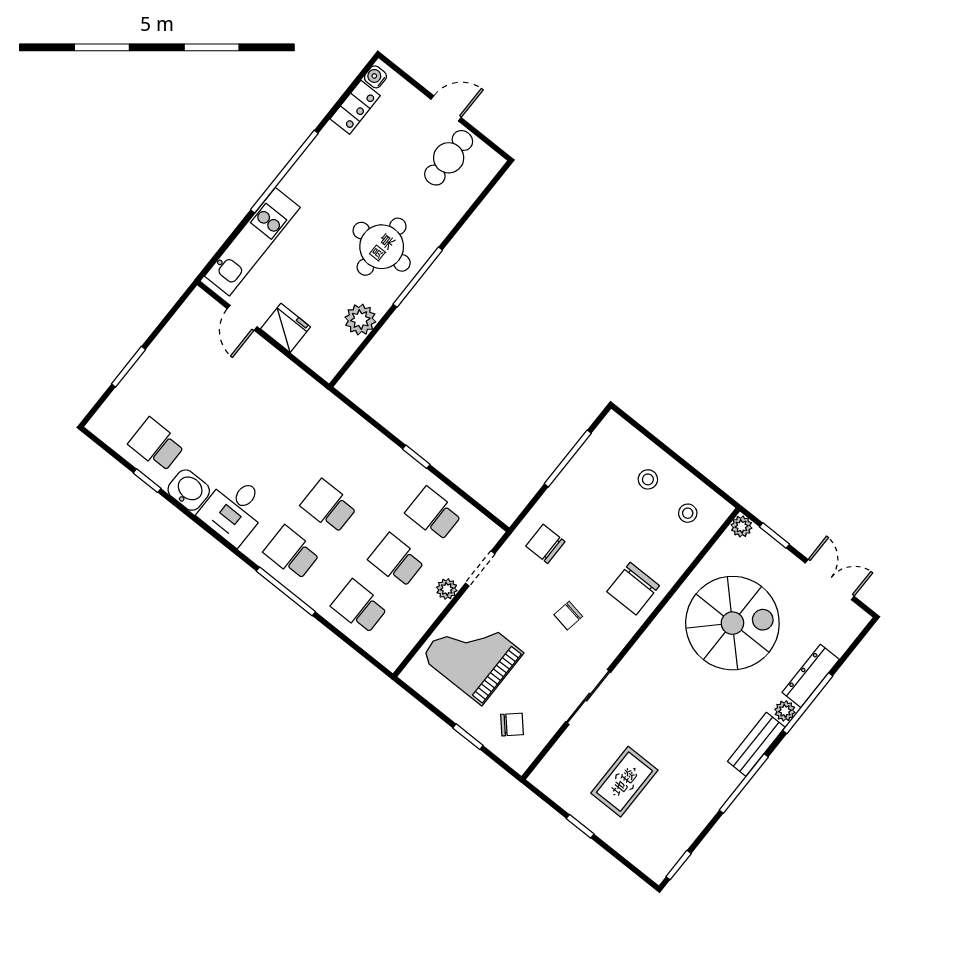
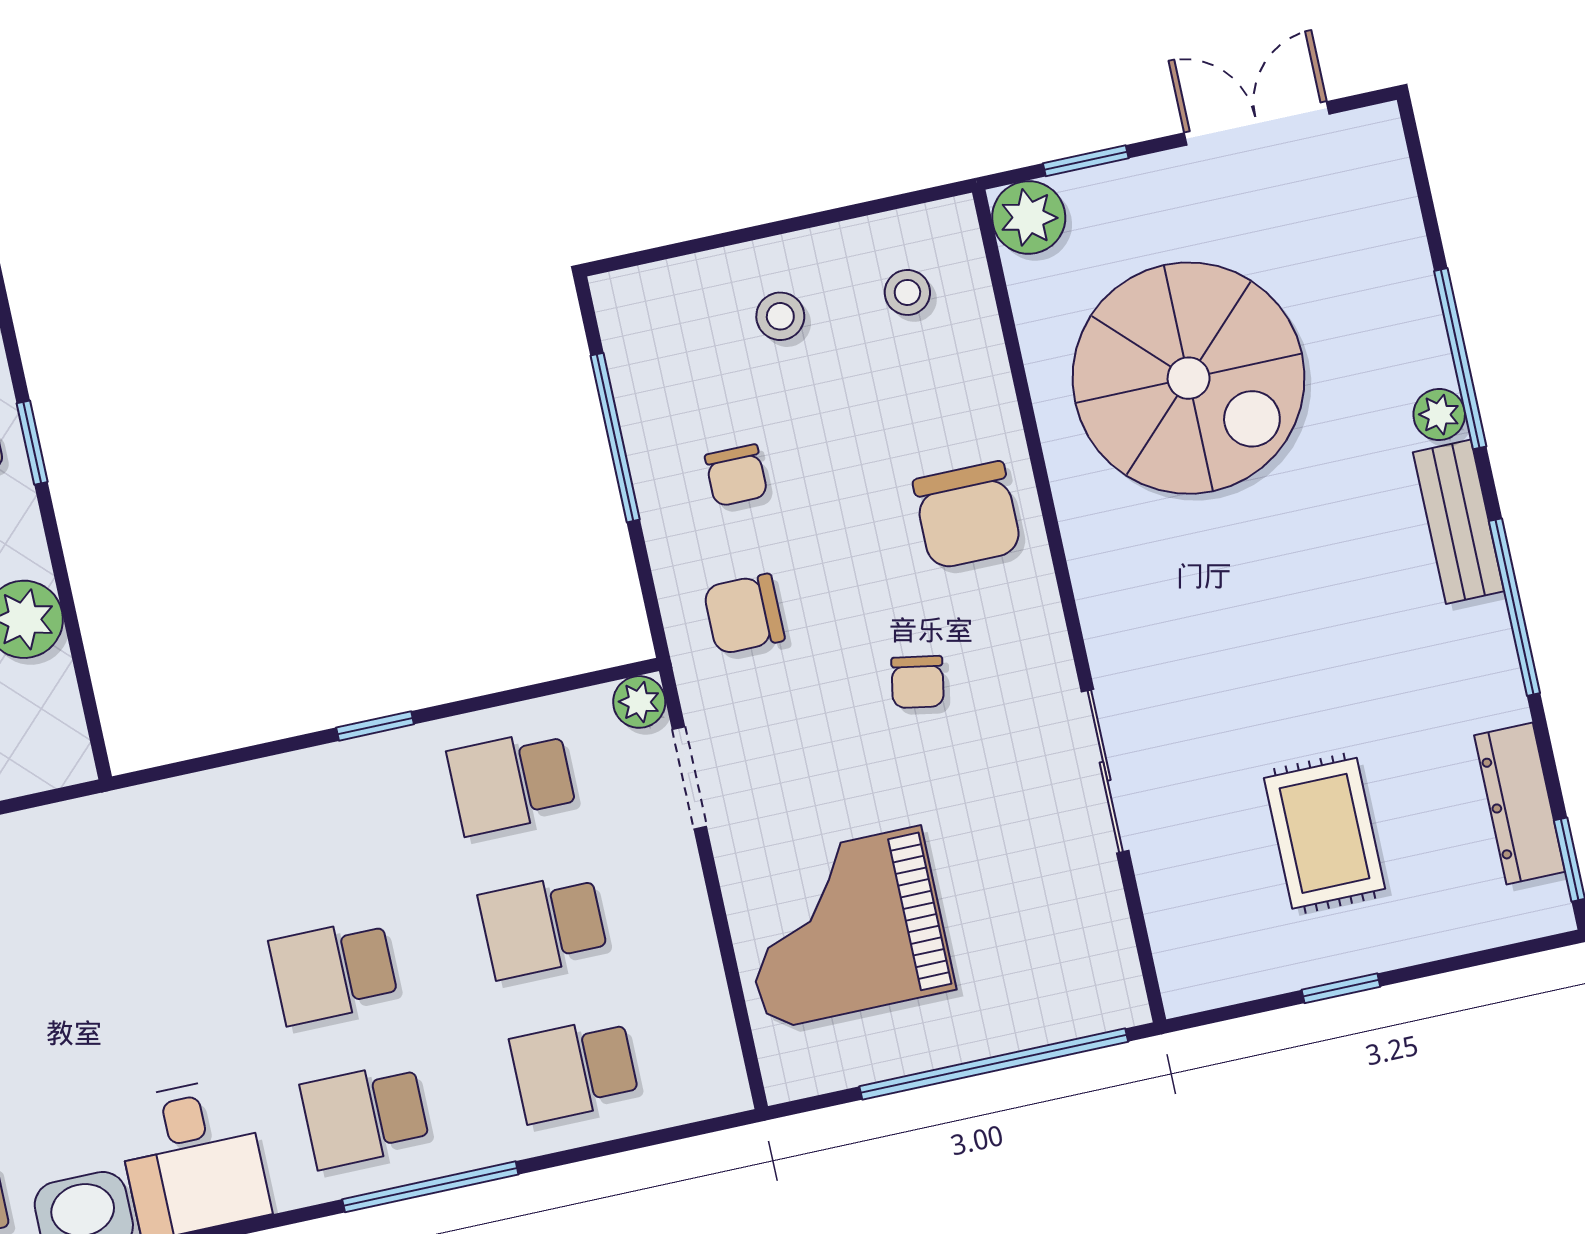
window: (418, 277) -> (32, 443), width x0.46
plant: (741, 526) -> (1029, 217), width x1.38, depth x1.38
plant: (447, 589) -> (639, 702), moved
spiral stairs: (732, 623) -> (1189, 378), turned 90
dresser: (811, 676) -> (1520, 804), moved
chair: (512, 725) -> (736, 475), moved, turned 132
window: (468, 737) -> (994, 1064), width x3.17

